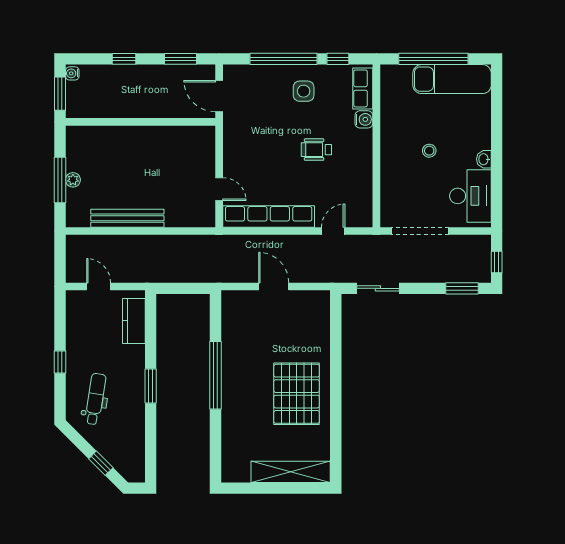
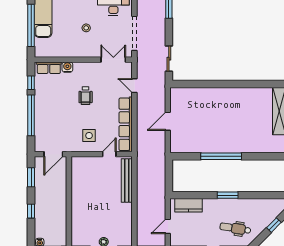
side table: (304, 91) -> (89, 136), moved
double door: (376, 196) -> (113, 60), added
bench: (127, 218) -> (127, 181), moved
pallet: (297, 394) -> (232, 108), removed

